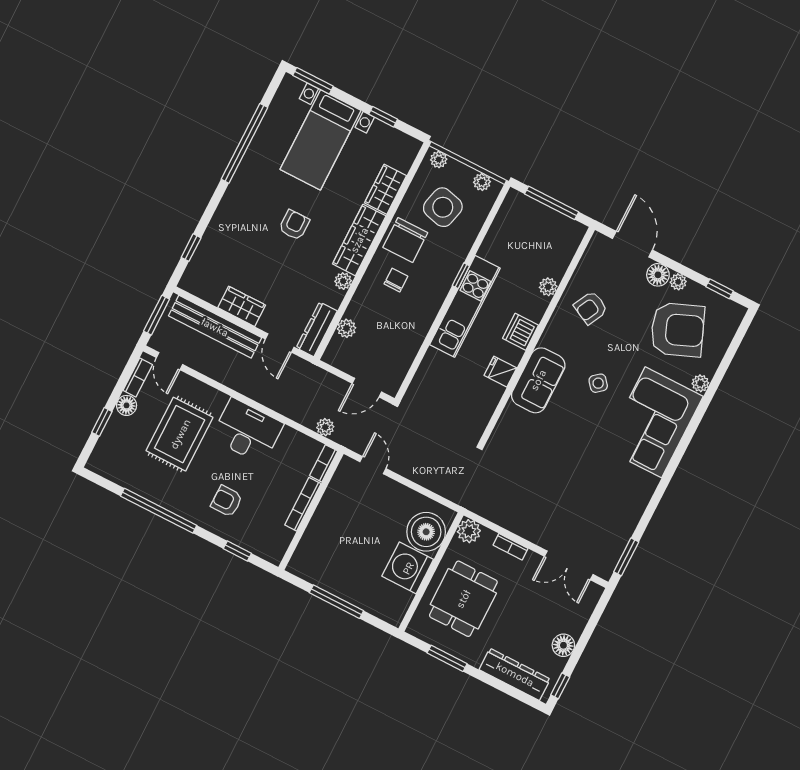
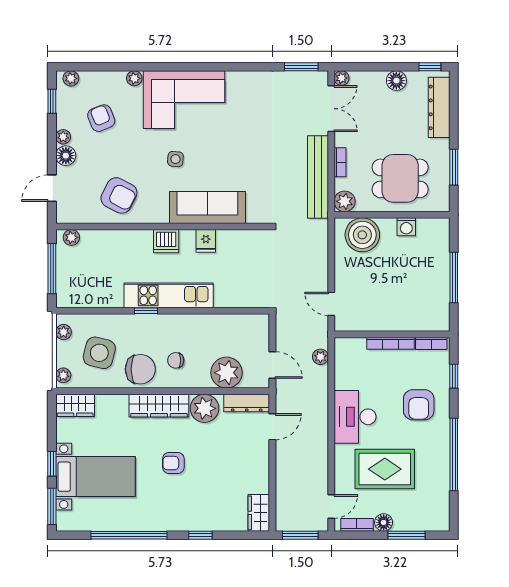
window: (383, 117) -> (52, 464), moved
wardrobe: (385, 189) -> (75, 405), moved
door: (632, 244) -> (52, 188), width x0.73
window: (191, 248) -> (200, 535), moved
plant: (343, 281) -> (205, 408), width x1.87, depth x1.87
plant: (548, 287) -> (71, 237), moved
wardrobe: (242, 306) -> (259, 513), moved
armchair: (591, 308) -> (119, 195), width x1.38, depth x1.38
plant: (733, 320) -> (71, 78), added
bench: (215, 327) -> (318, 177), moved
plant: (347, 328) -> (227, 373), width x1.87, depth x1.87
armchair: (677, 330) -> (101, 118), width x0.53, depth x0.53
sofa: (538, 380) -> (207, 207), width x1.36
side table: (598, 383) -> (175, 159), turned 45
door: (367, 388) -> (272, 365), moved
window: (102, 422) -> (407, 535), width x1.50
bookcase: (324, 463) -> (431, 343), moved
door: (373, 465) -> (331, 304), hinge flipped
armchair: (227, 501) -> (419, 405), width x1.38, depth x1.38
washing machine: (408, 568) -> (406, 227), width x0.53, depth x0.53
plant: (594, 591) -> (342, 78), added

